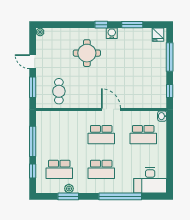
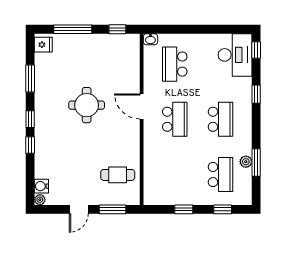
window: (82, 25) -> (30, 145), added
water cooler: (112, 33) -> (41, 186), moved
round table: (87, 53) -> (87, 105), moved
door: (111, 109) -> (142, 106), hinge flipped
school desk: (143, 135) -> (175, 64), turned 180
window: (33, 141) -> (184, 209), width x0.46
window: (120, 196) -> (256, 94), width x0.32
window: (154, 196) -> (256, 50), added

